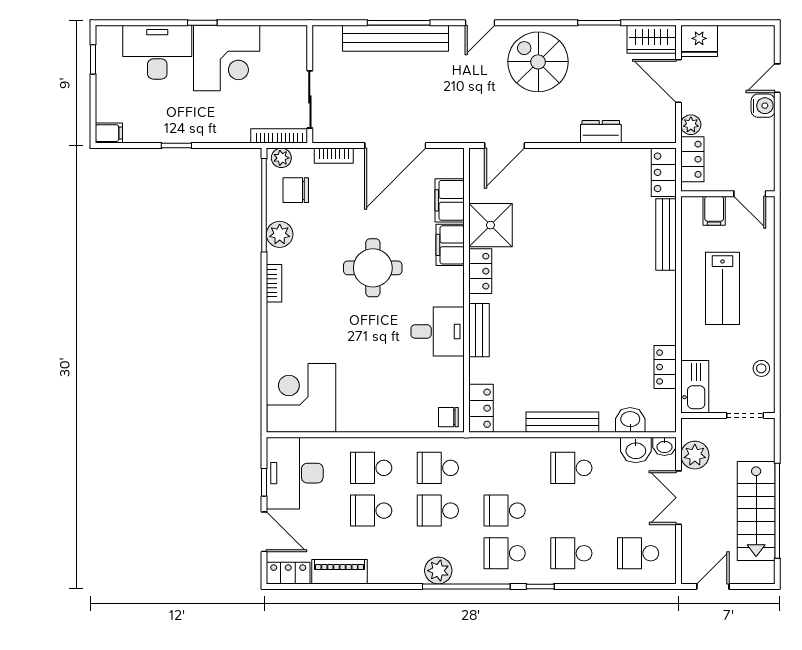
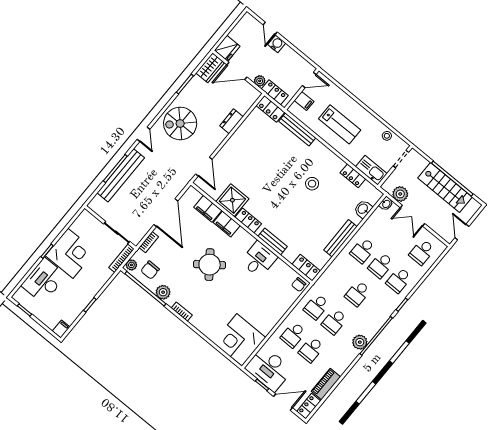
round table: (373, 268) -> (210, 265), turned -37
stool: (607, 318) -> (312, 184), added
washbasin: (636, 450) -> (378, 217), removed
school desk: (505, 553) -> (381, 265), moved

